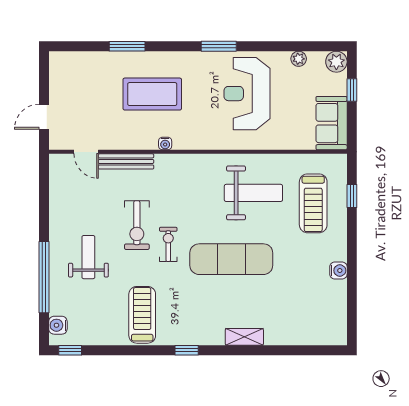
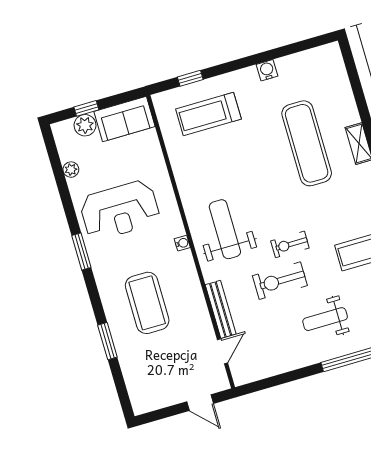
plant: (336, 62) -> (85, 125), moved
water cooler: (165, 143) -> (182, 243), moved
weight bench: (253, 193) -> (225, 229), moved
treadmill: (313, 203) -> (208, 114), turned 180
exercise bike: (137, 225) -> (280, 281), turned 180
exercise mat: (231, 259) -> (307, 143), moved

